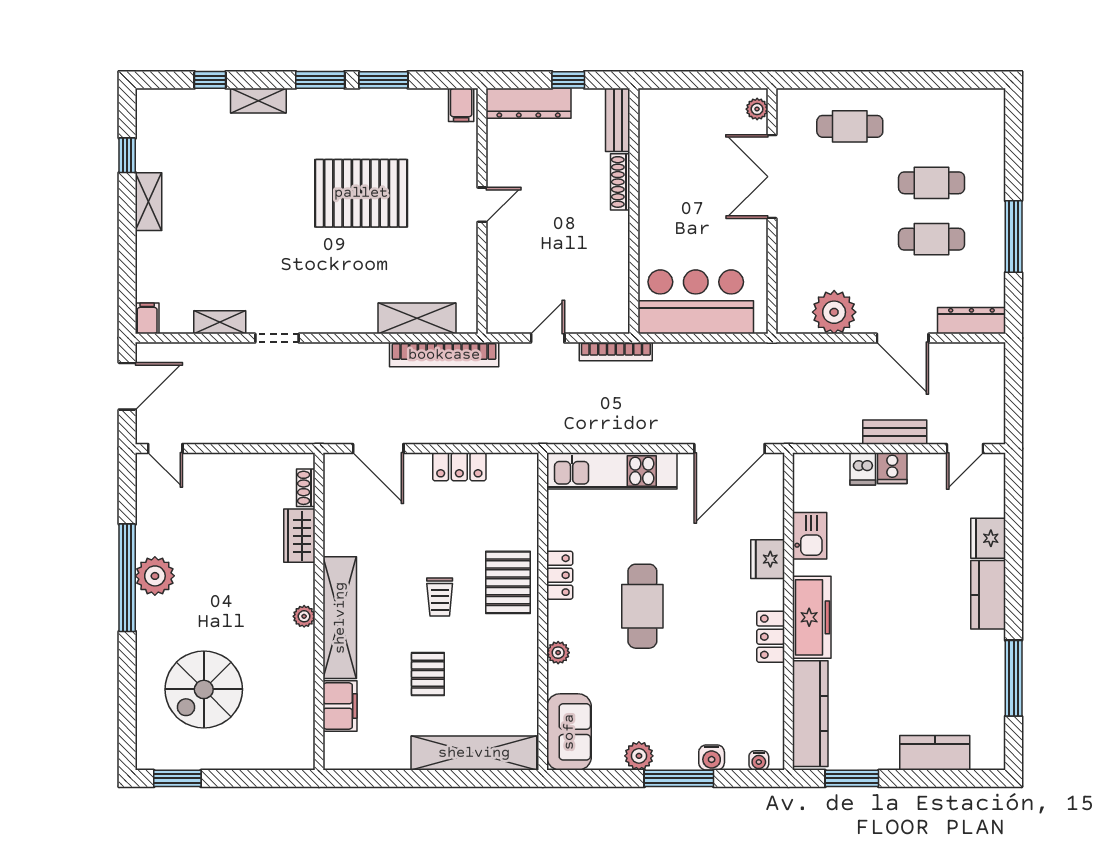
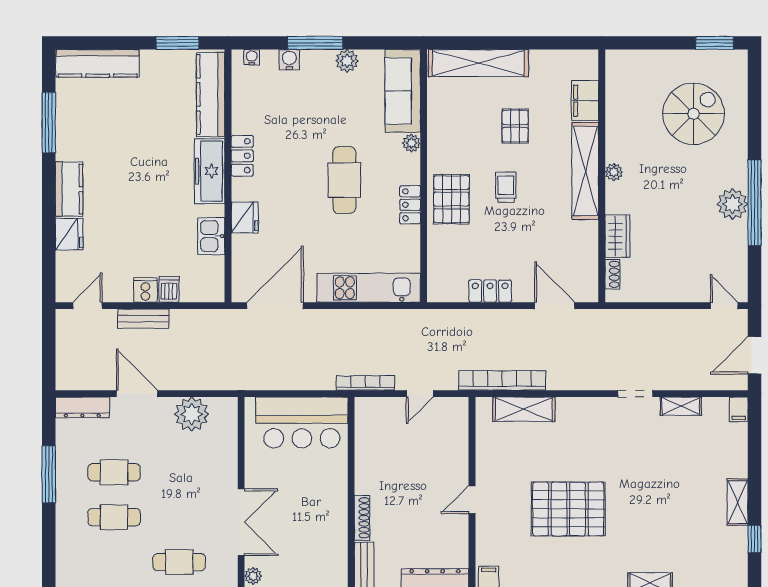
sofa: (569, 732) -> (403, 91), width x1.36
kitchen counter: (935, 753) -> (98, 63), width x1.50

